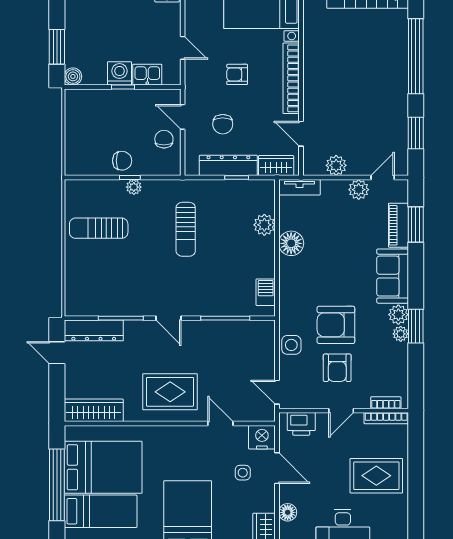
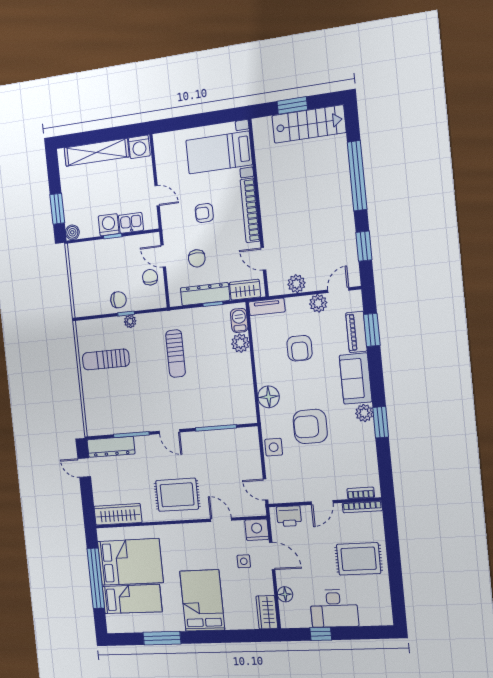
floor lamp: (291, 243) -> (269, 397), moved
barbecue: (266, 292) -> (239, 320), moved
plant: (401, 334) -> (368, 430), removed
armchair: (337, 368) -> (300, 348), moved

